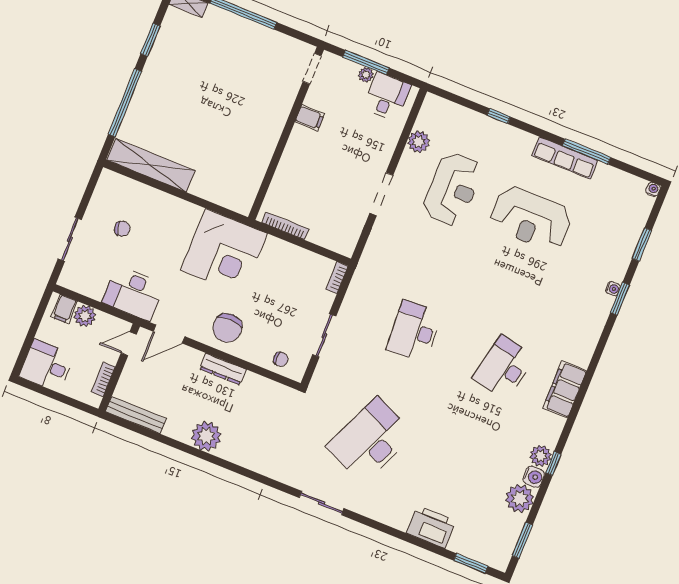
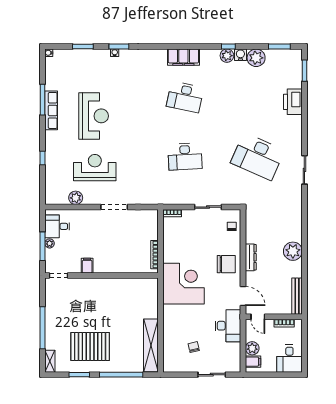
pallet: (186, 73) -> (90, 346), added

